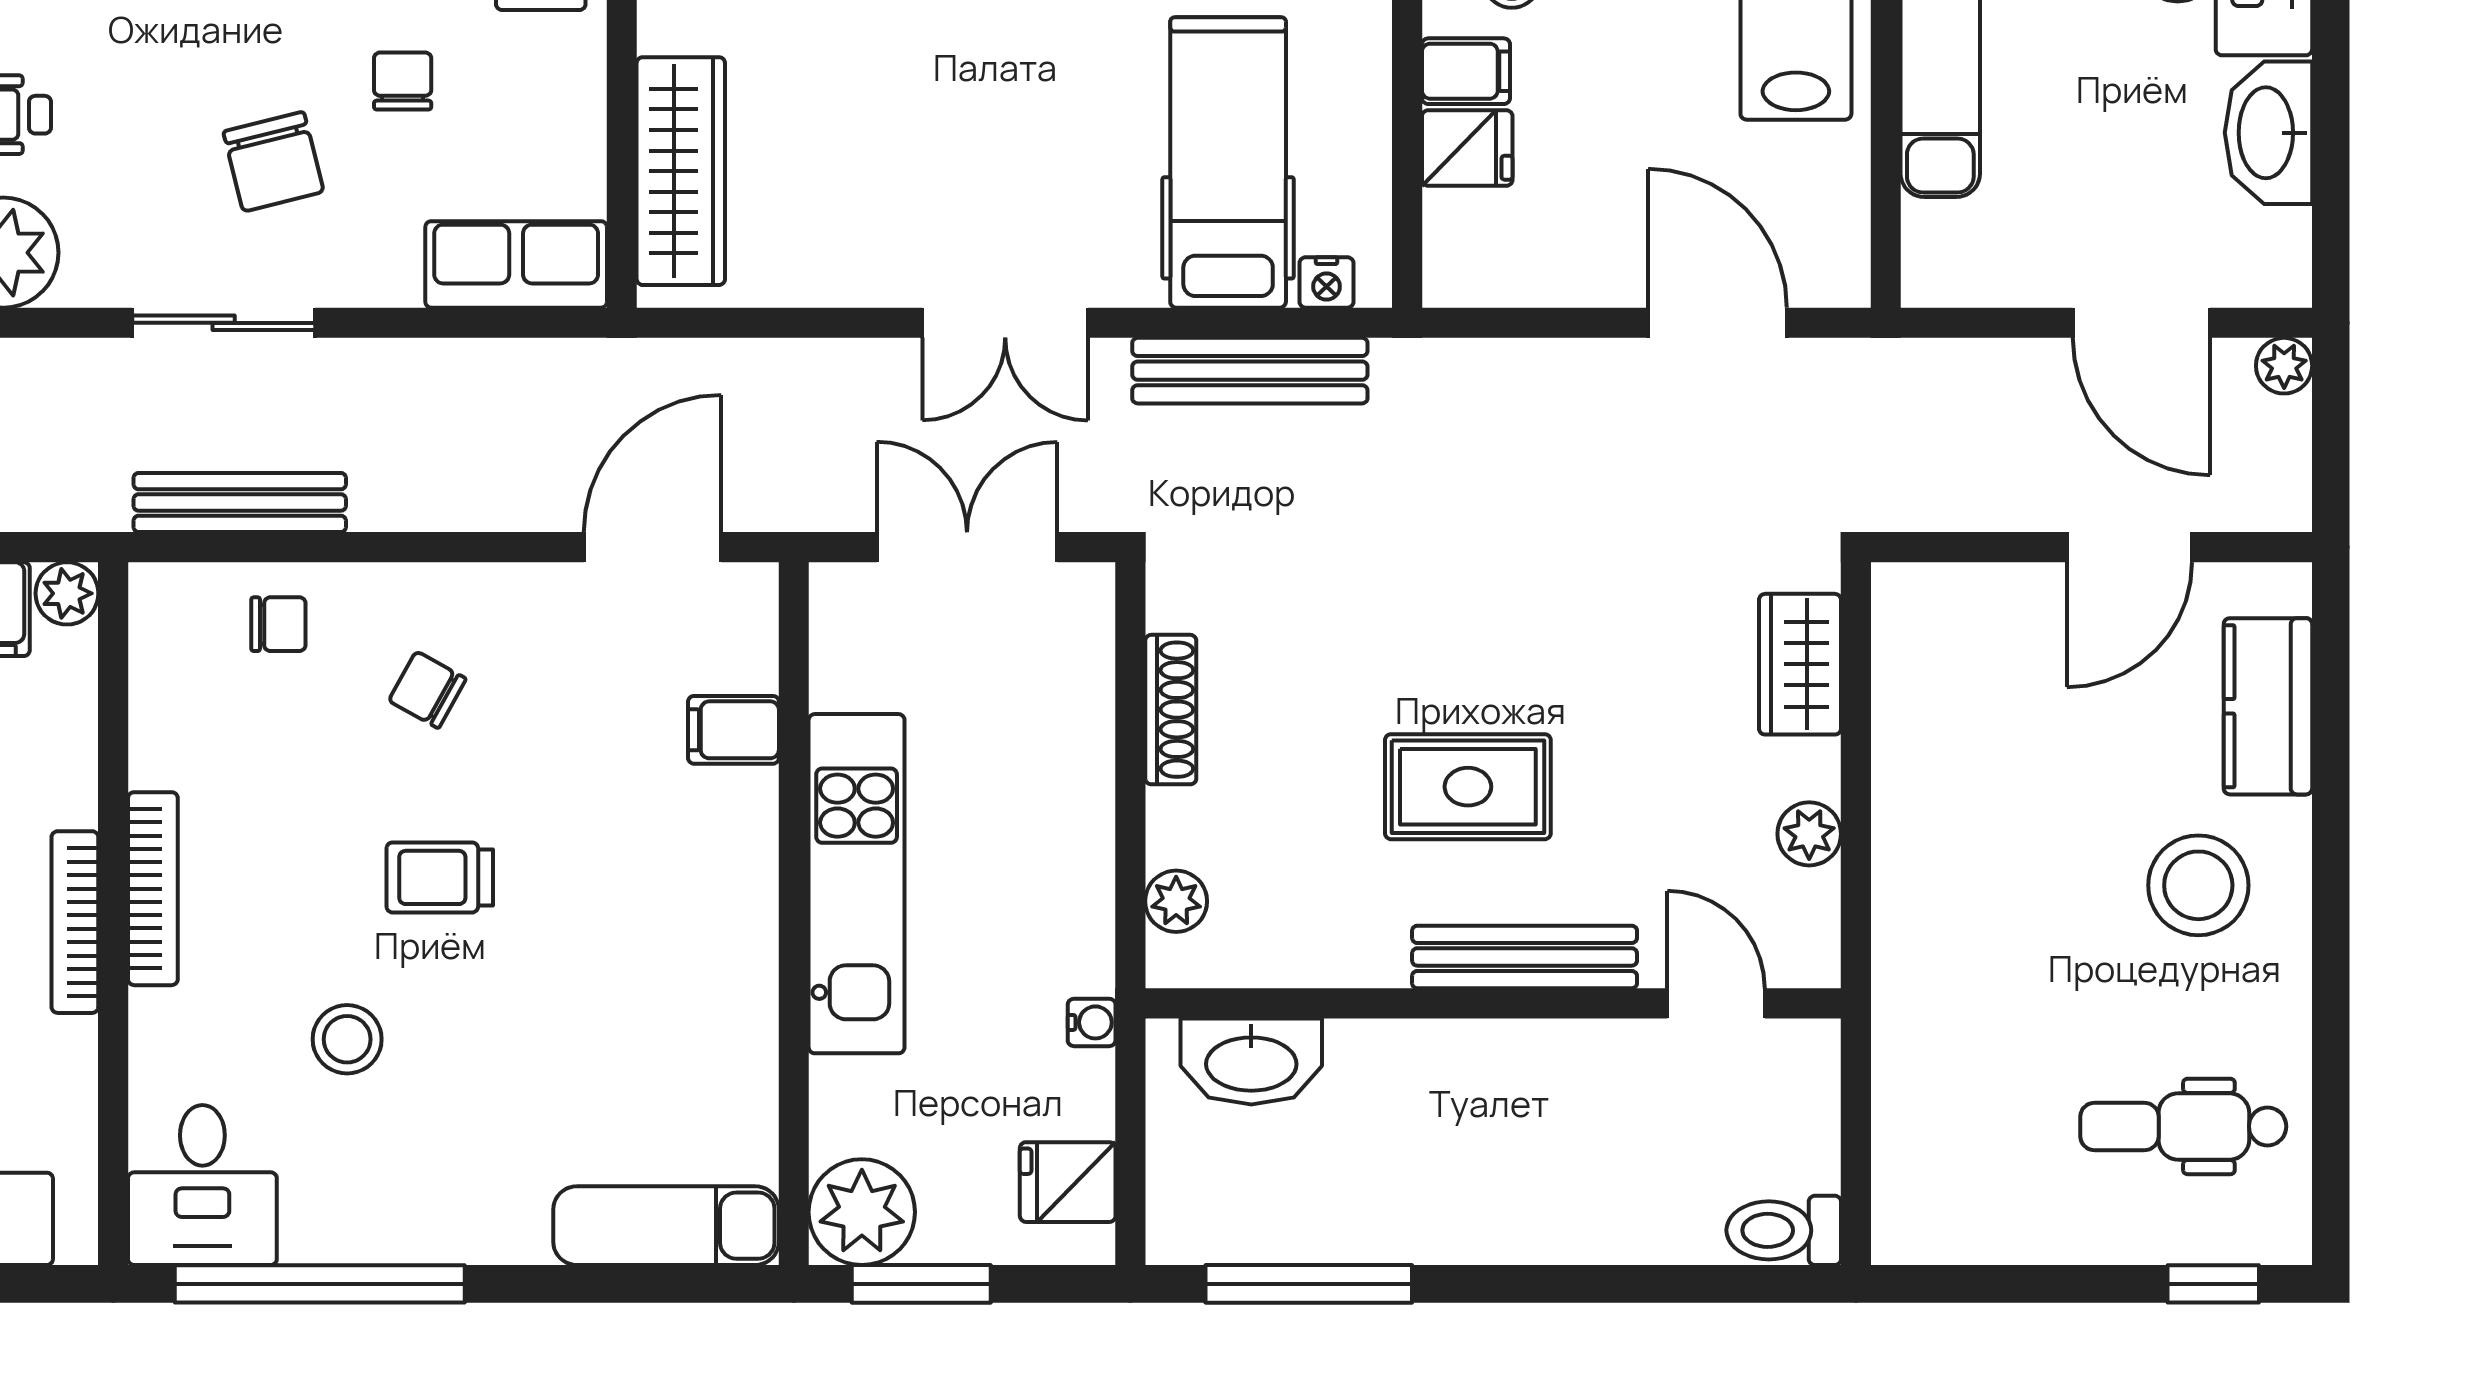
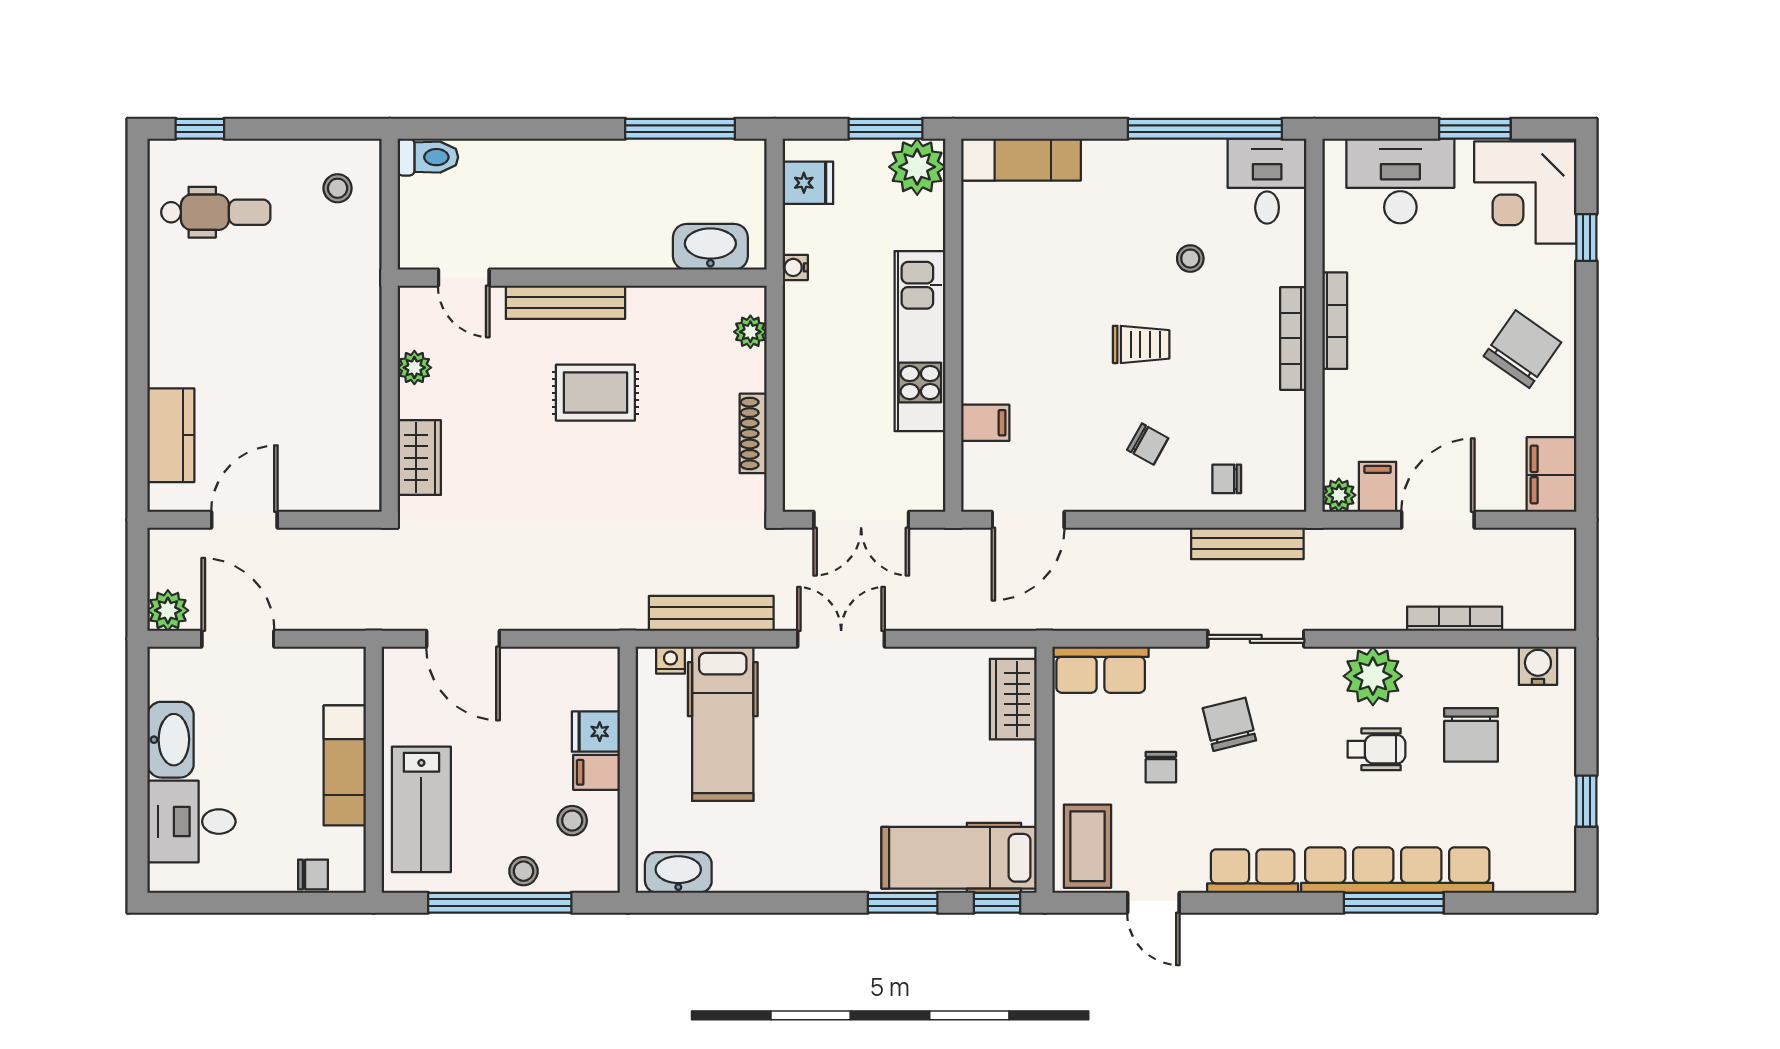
wardrobe: (681, 171) -> (1013, 699), width x0.67
plant: (2284, 366) -> (168, 610), width x1.38, depth x1.38
stool: (2198, 885) -> (338, 188), moved, width x0.53, depth x0.53
stool: (347, 1039) -> (1190, 259), width x0.73, depth x0.73

